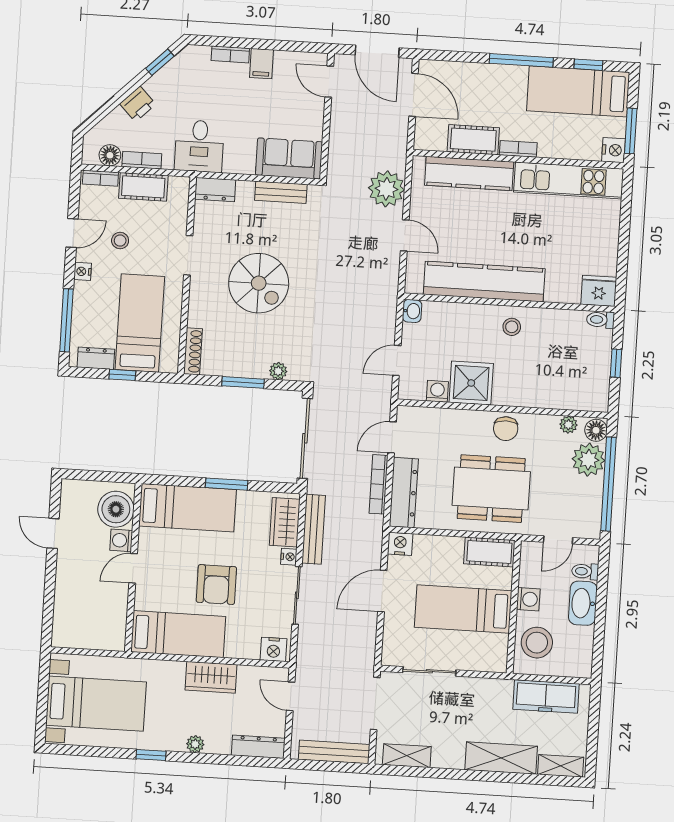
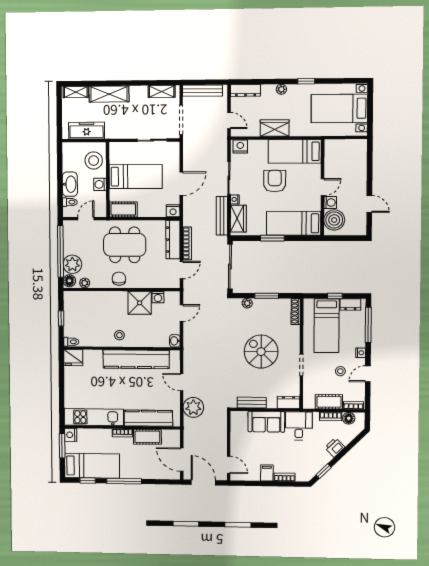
sofa: (289, 158) -> (266, 422), moved

